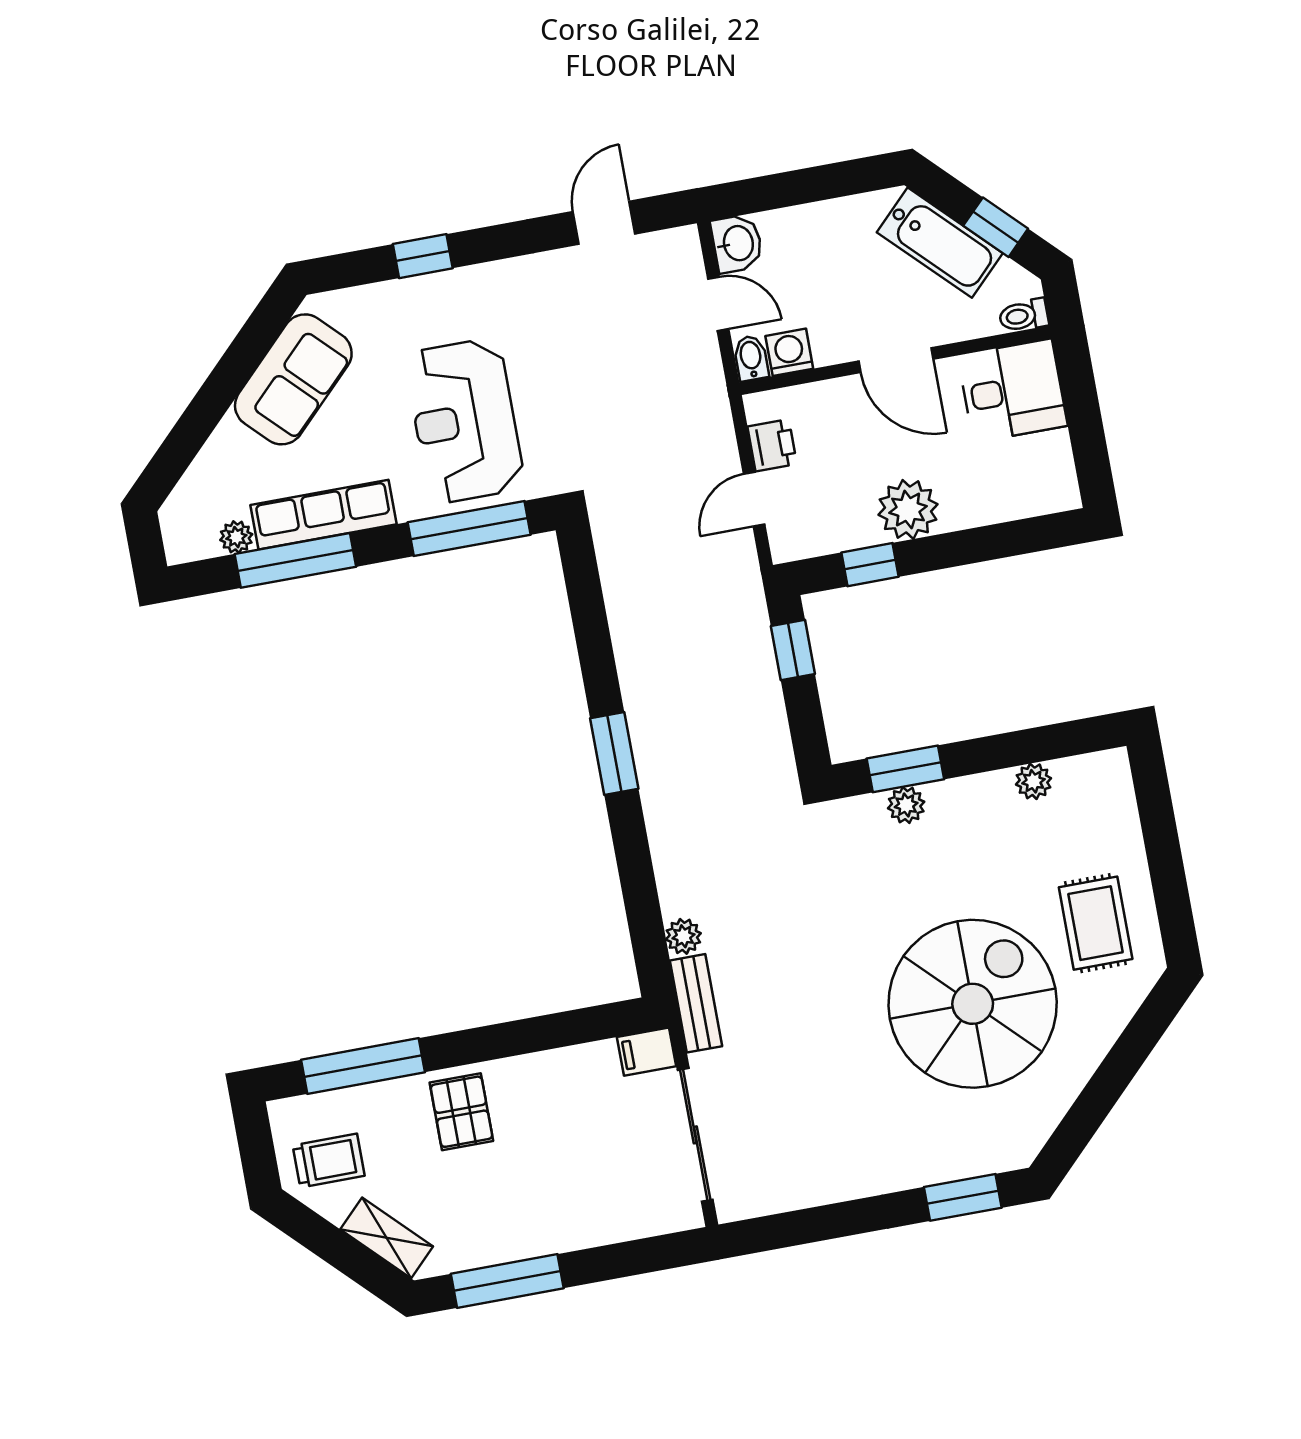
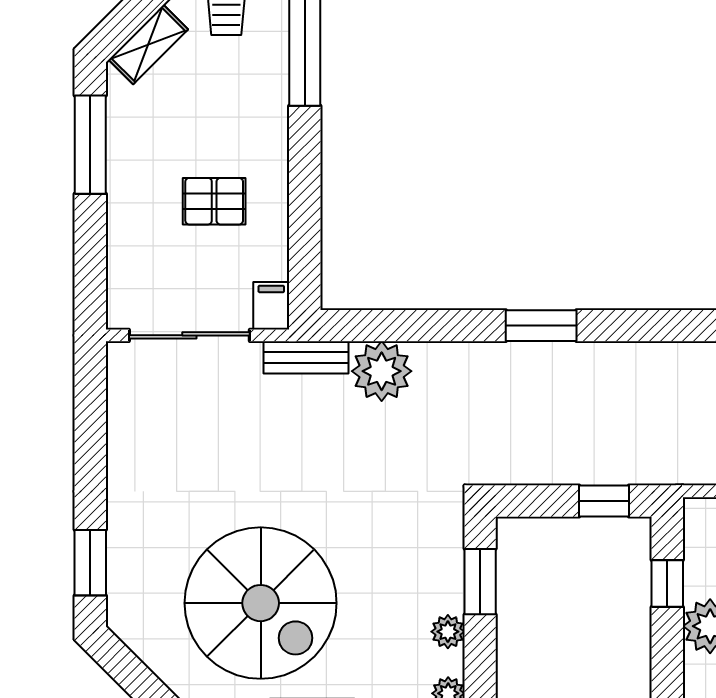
plant: (906, 805) -> (448, 632), moved
plant: (683, 936) -> (382, 371), width x1.88, depth x1.88
pallet: (461, 1112) -> (214, 201), moved

